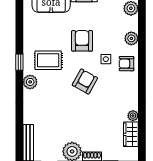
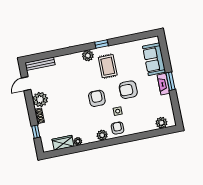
plant: (131, 38) -> (102, 135), moved
armchair: (82, 41) -> (128, 90), turned 180
armchair: (85, 81) -> (97, 98), turned -119

